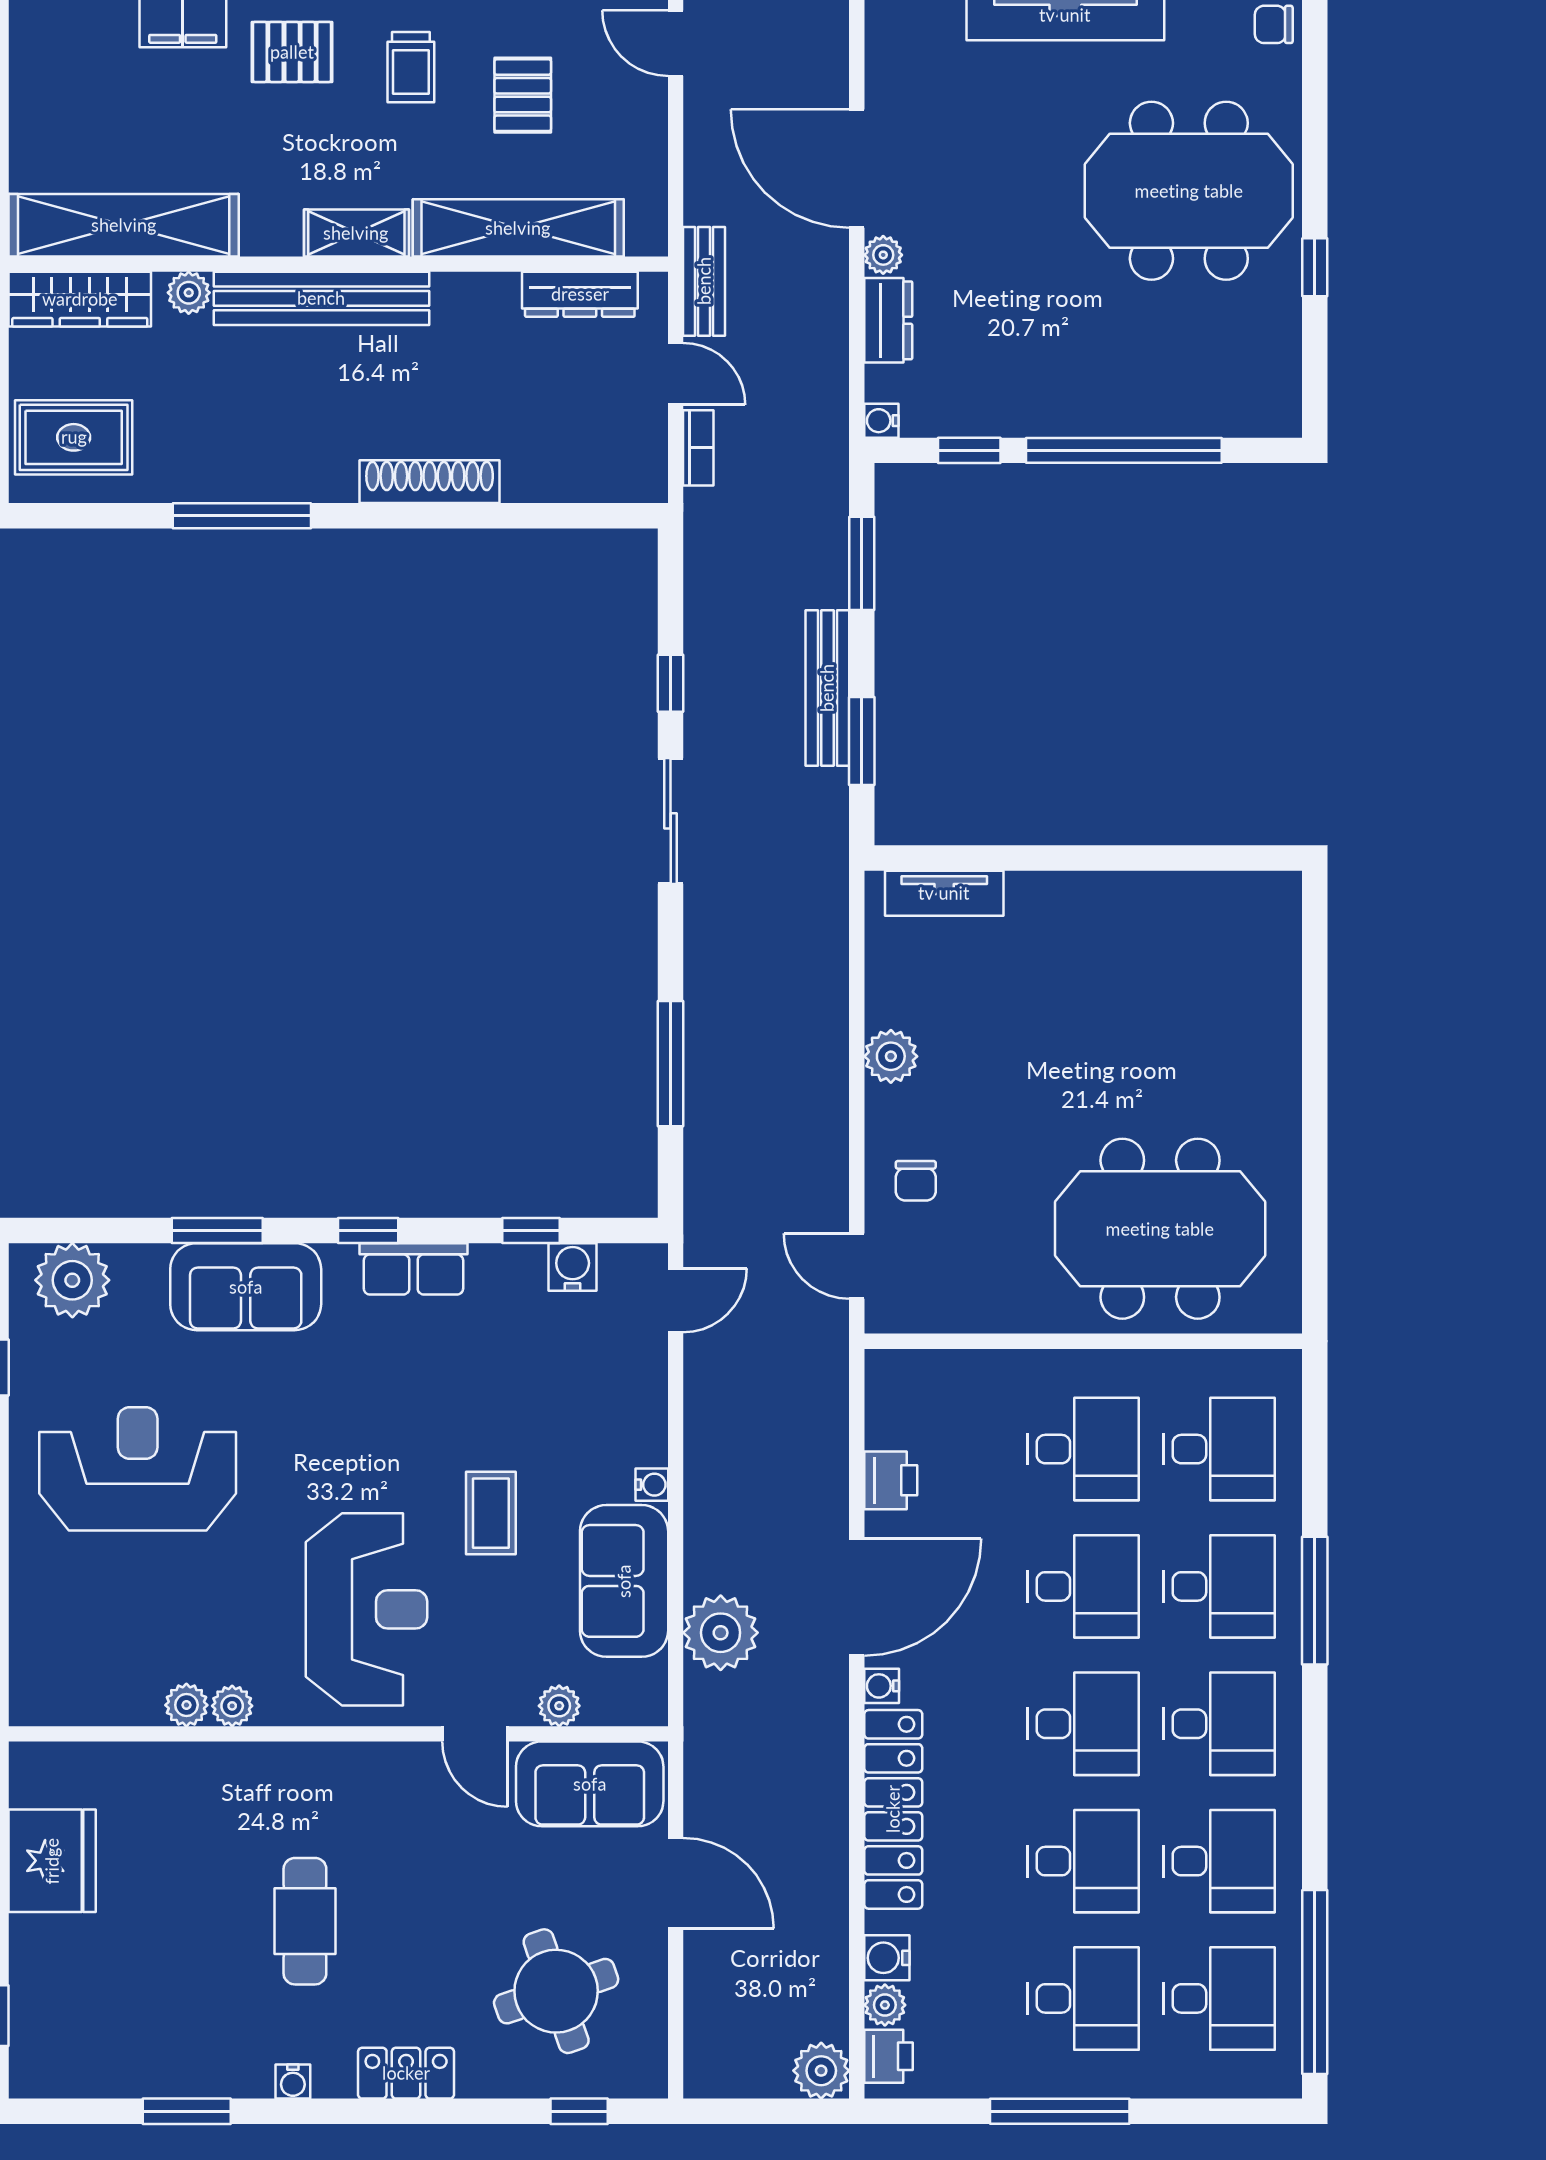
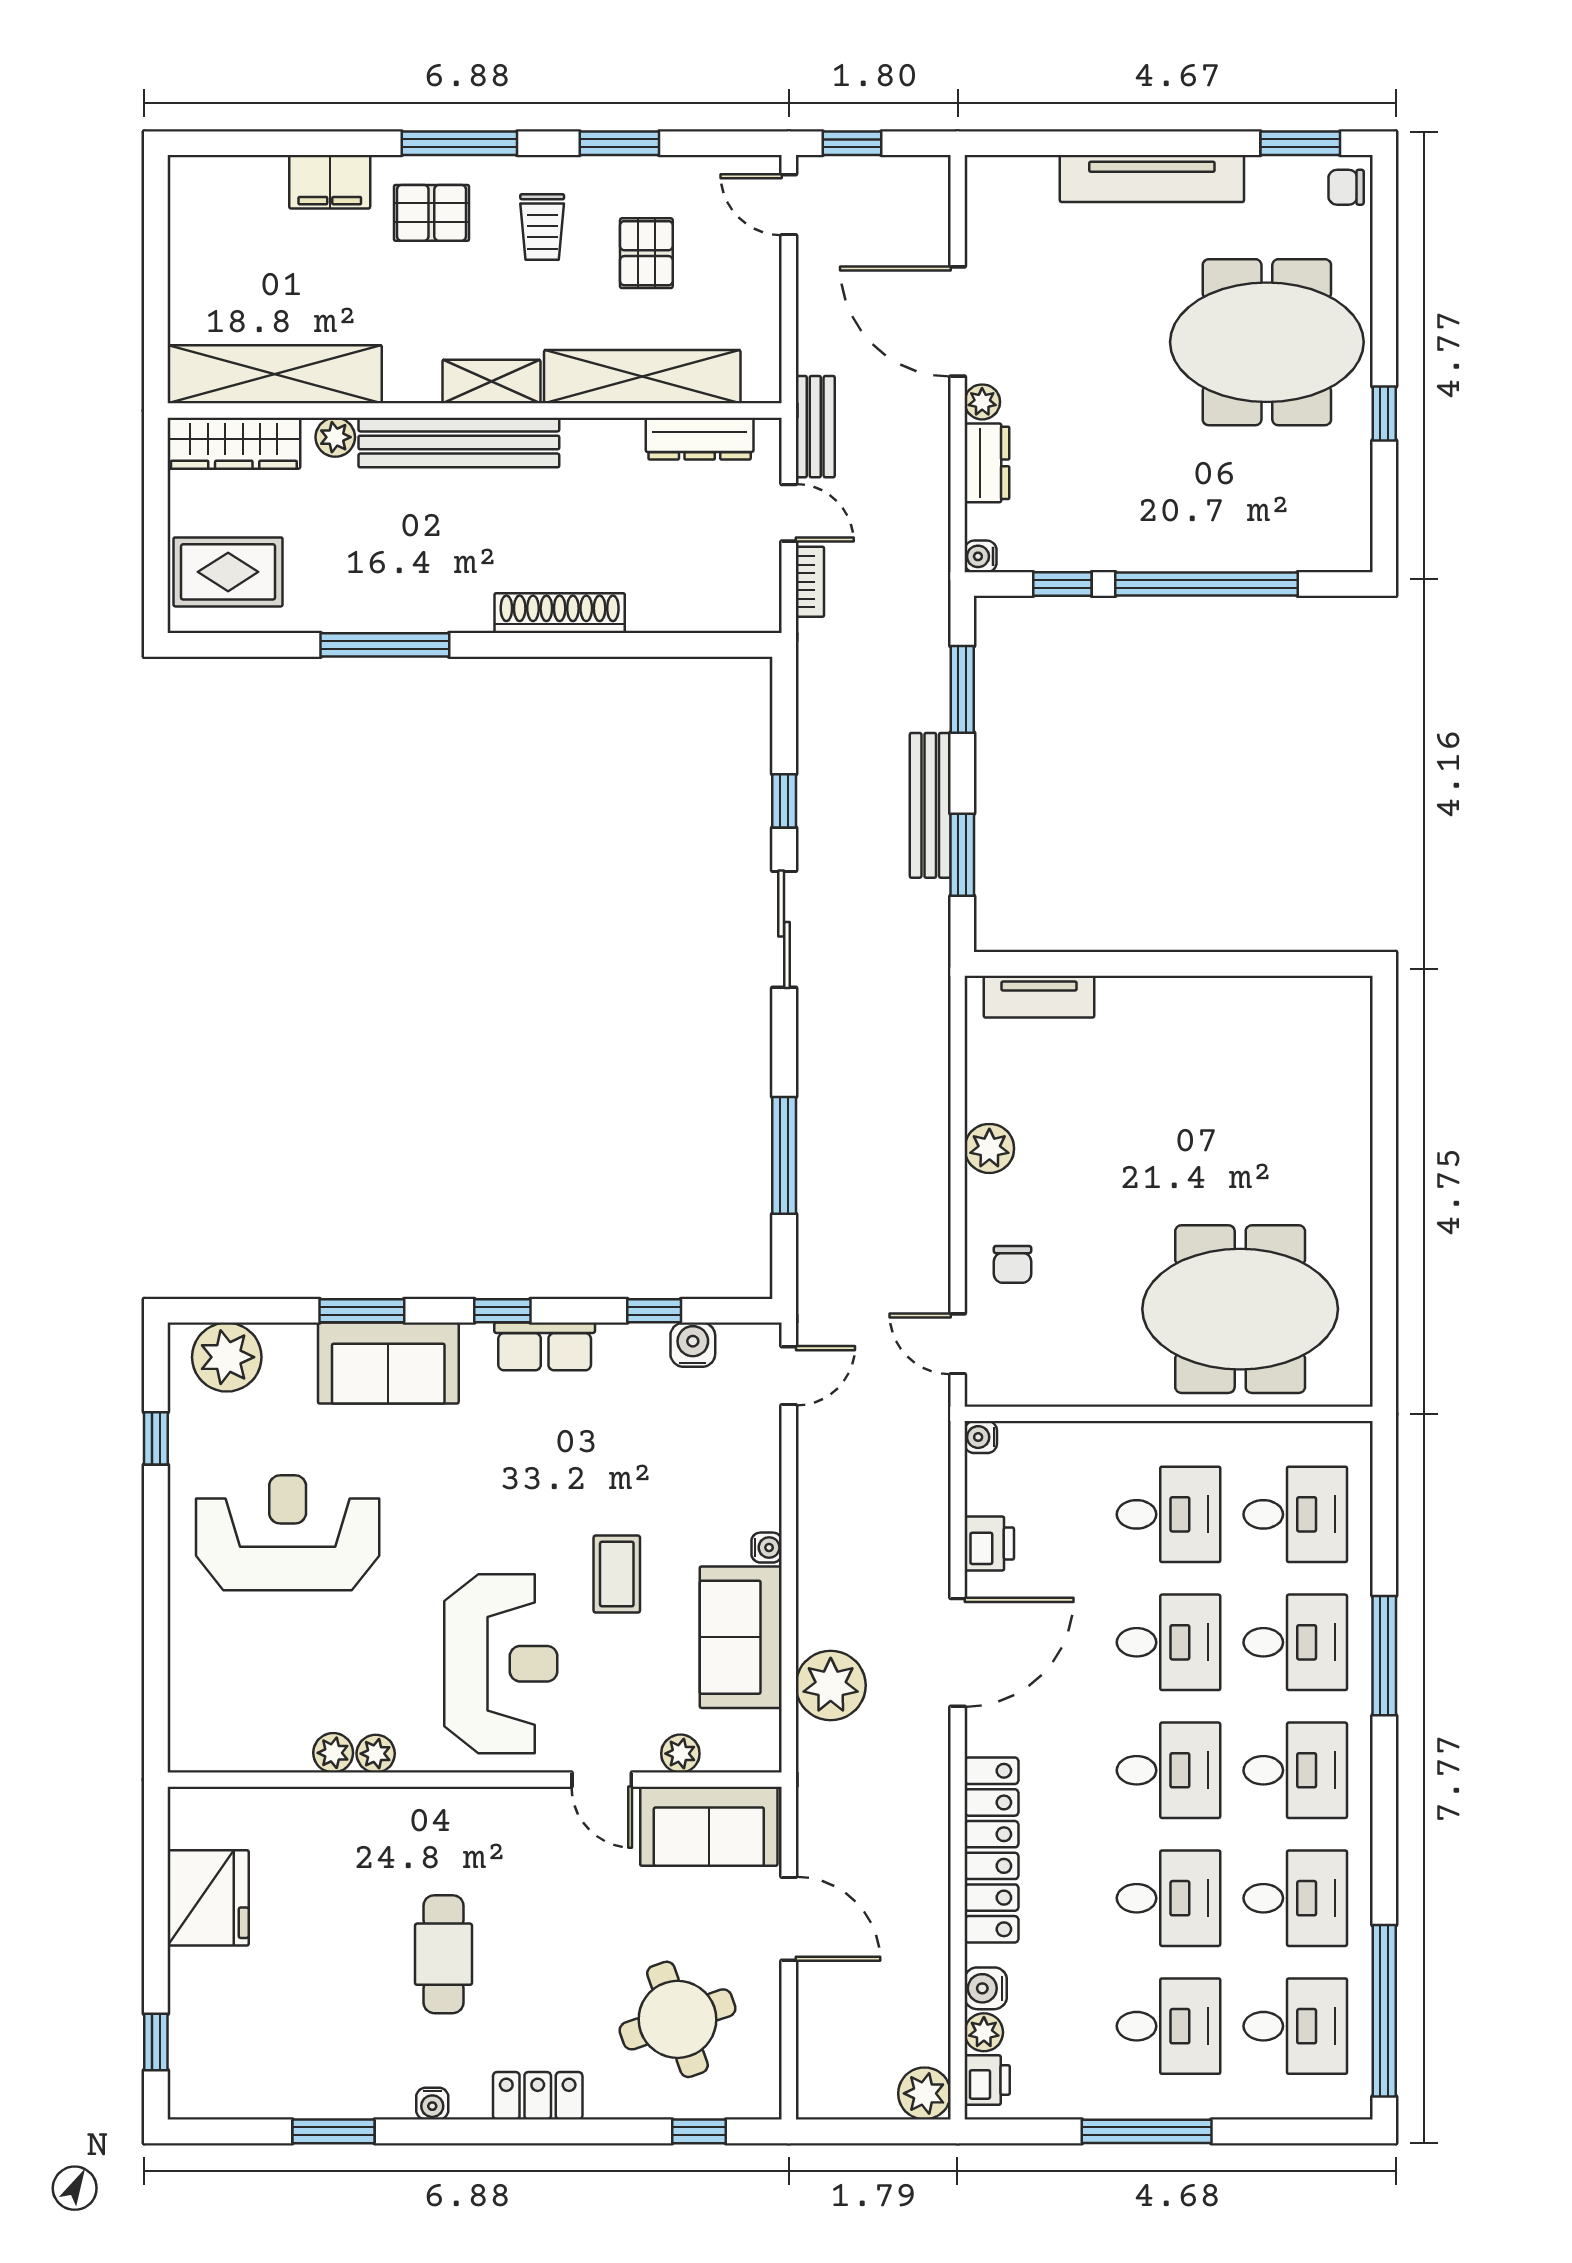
water cooler: (882, 1686) -> (981, 1437), moved

